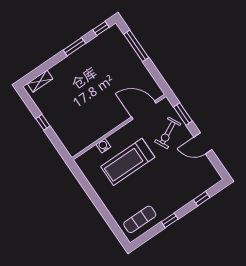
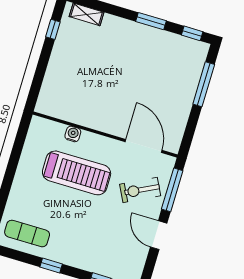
window: (183, 114) -> (172, 190), width x1.44
window: (43, 122) -> (53, 29), moved
treadmill: (128, 162) -> (77, 173), turned 180

